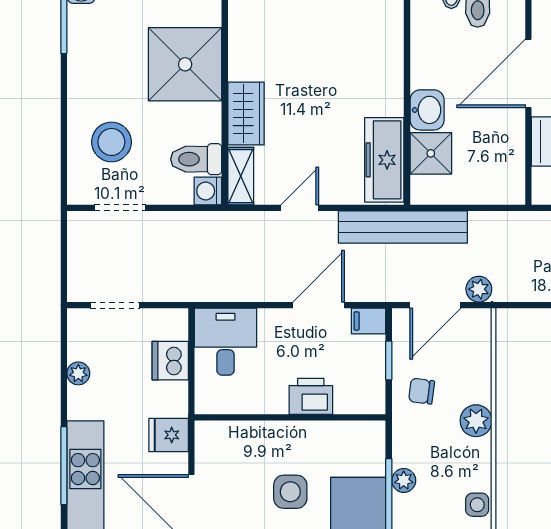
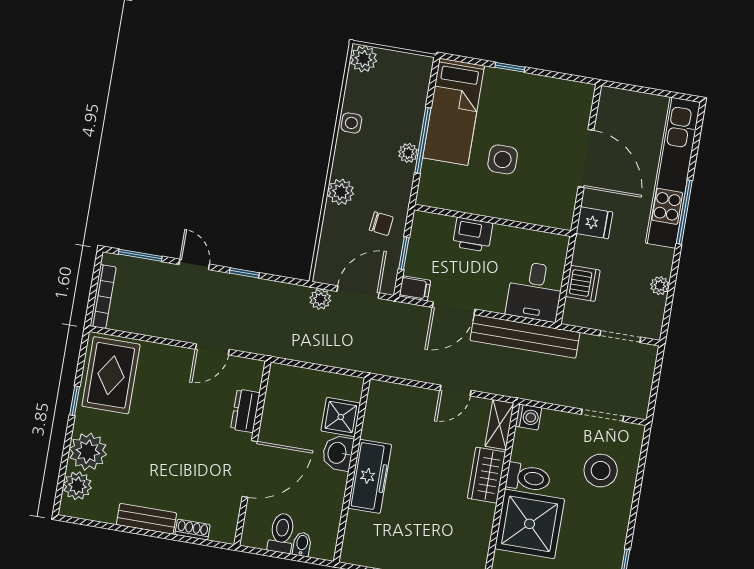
toilet: (196, 159) -> (528, 478), moved
freezer: (384, 160) -> (370, 476), moved
bench: (403, 227) -> (525, 336), moved

